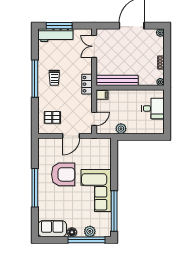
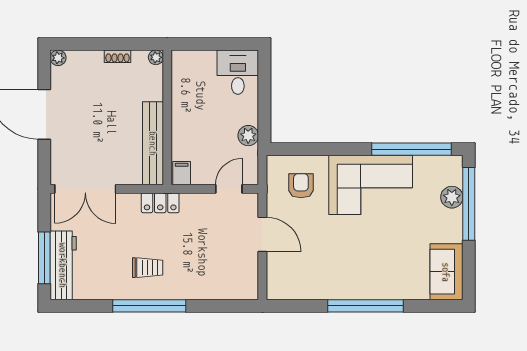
double door: (94, 46) -> (85, 189), width x1.37
desk: (153, 108) -> (238, 72), moved
pallet: (52, 117) -> (226, 271), removed
door: (94, 119) -> (229, 189), hinge flipped
armchair: (63, 174) -> (301, 186), moved, width x0.53, depth x0.53
floor lamp: (72, 232) -> (454, 233), removed

